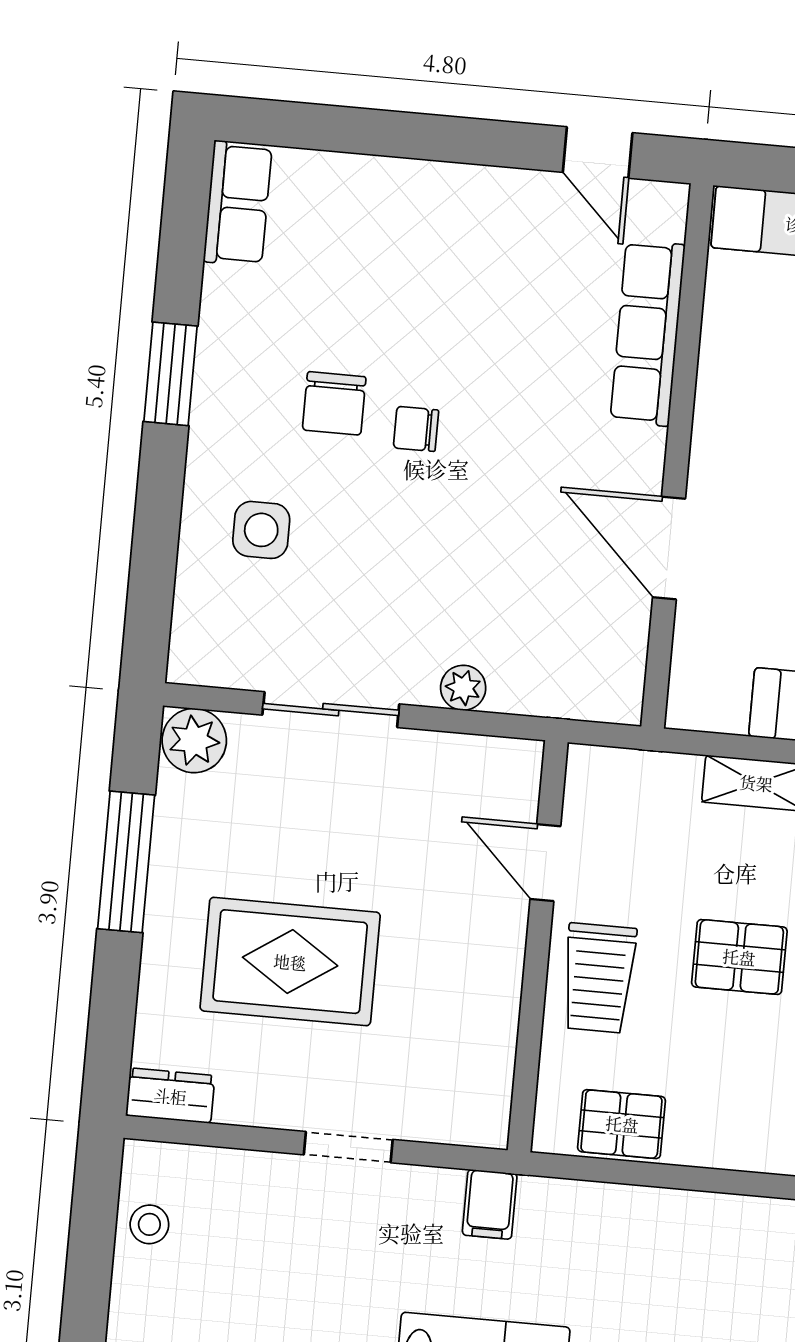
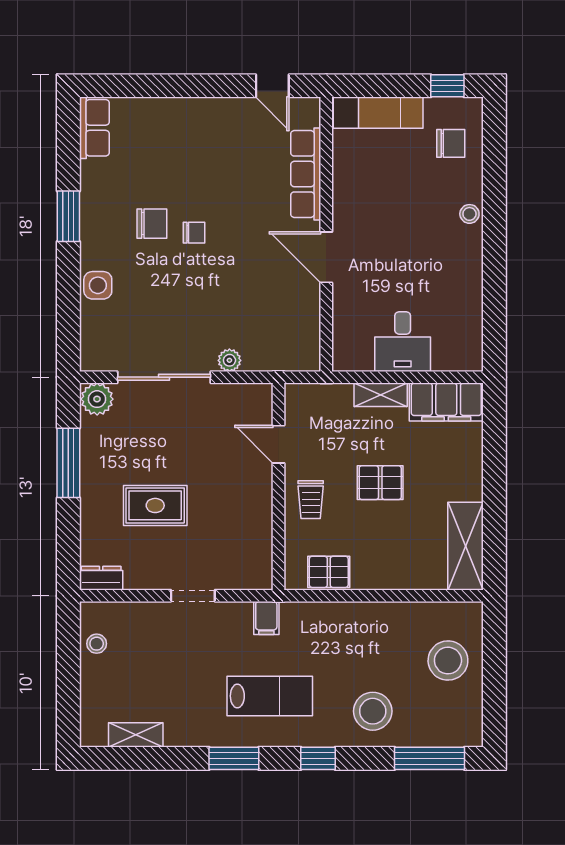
chair: (334, 403) -> (152, 224), turned -90
chair: (416, 429) -> (194, 233), turned 180
side table: (261, 530) -> (98, 285), moved
door: (669, 548) -> (326, 257), moved
sliding door: (331, 710) -> (164, 377), width x1.37
rug: (290, 962) -> (155, 505), width x0.73, depth x0.70
trolley: (599, 978) -> (311, 500), width x0.73, depth x0.72

